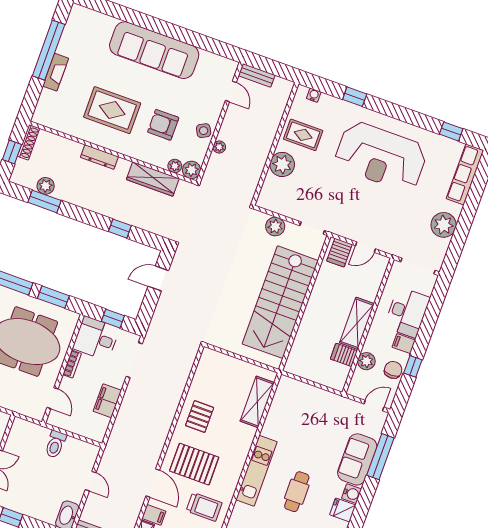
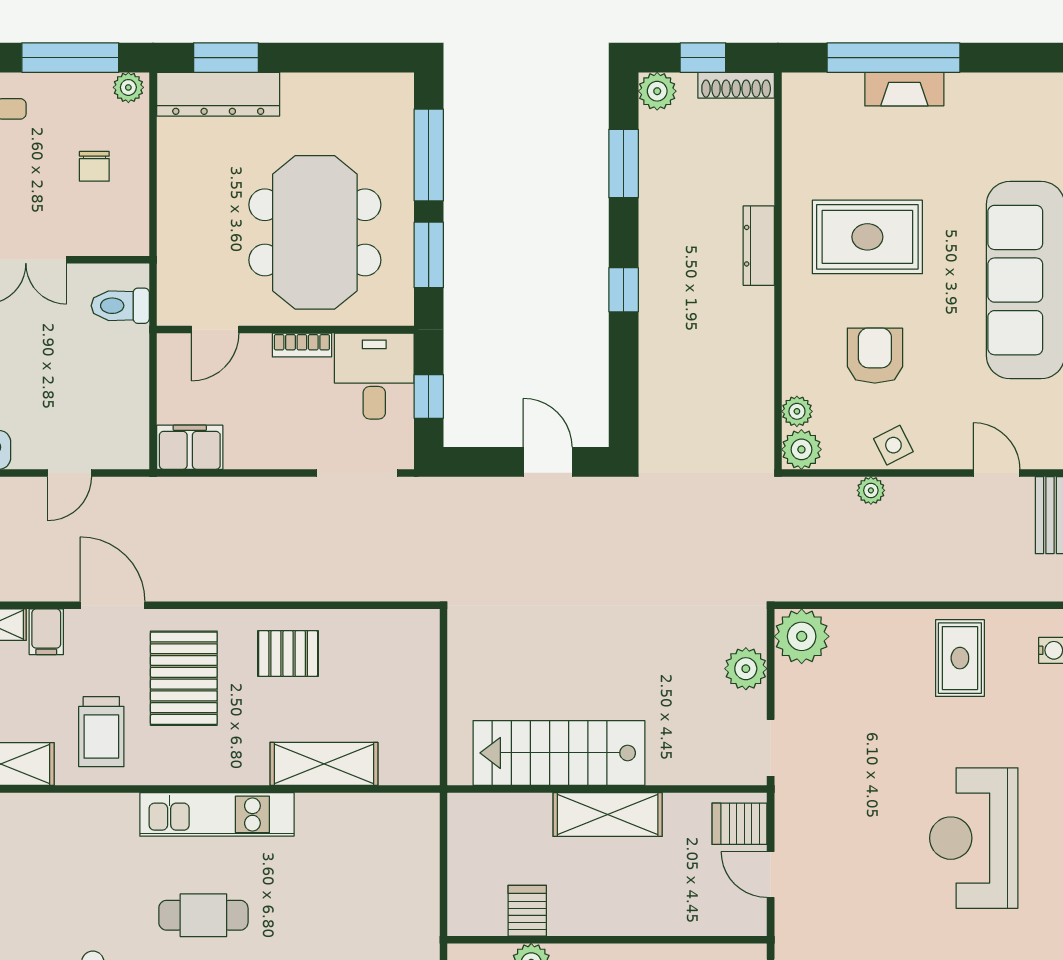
window: (49, 50) -> (893, 58), moved
door: (231, 91) -> (997, 473), swing flipped
rug: (112, 110) -> (867, 237), turned 90
reception desk: (381, 156) -> (974, 838), width x0.74, depth x0.77
plant: (282, 164) -> (802, 636), moved
wardrobe: (153, 179) -> (753, 375), removed
plant: (46, 186) -> (657, 91), moved
window: (120, 229) -> (624, 290), moved
stairs: (280, 302) -> (559, 753), width x0.73, depth x0.66
shelving: (357, 323) -> (608, 815), moved
filing cabinet: (107, 401) -> (190, 447), moved
shelving: (257, 402) -> (324, 764), moved
toilet: (55, 444) -> (120, 306), moved
door: (153, 483) -> (113, 605), swing flipped

